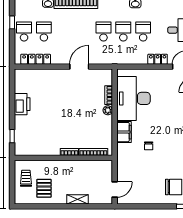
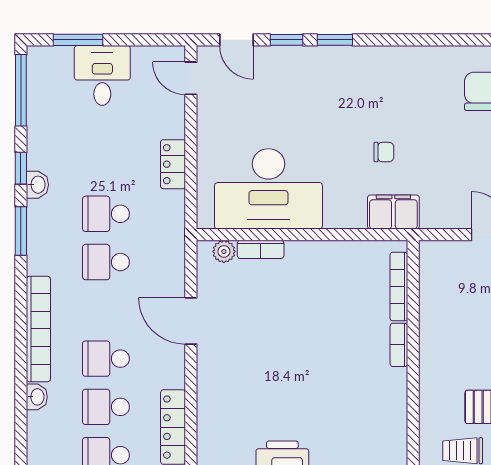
school desk: (143, 32) -> (106, 359), moved
locker: (158, 59) -> (173, 164), moved
plant: (108, 110) -> (224, 251), moved
filing cabinet: (124, 132) -> (393, 212), moved

